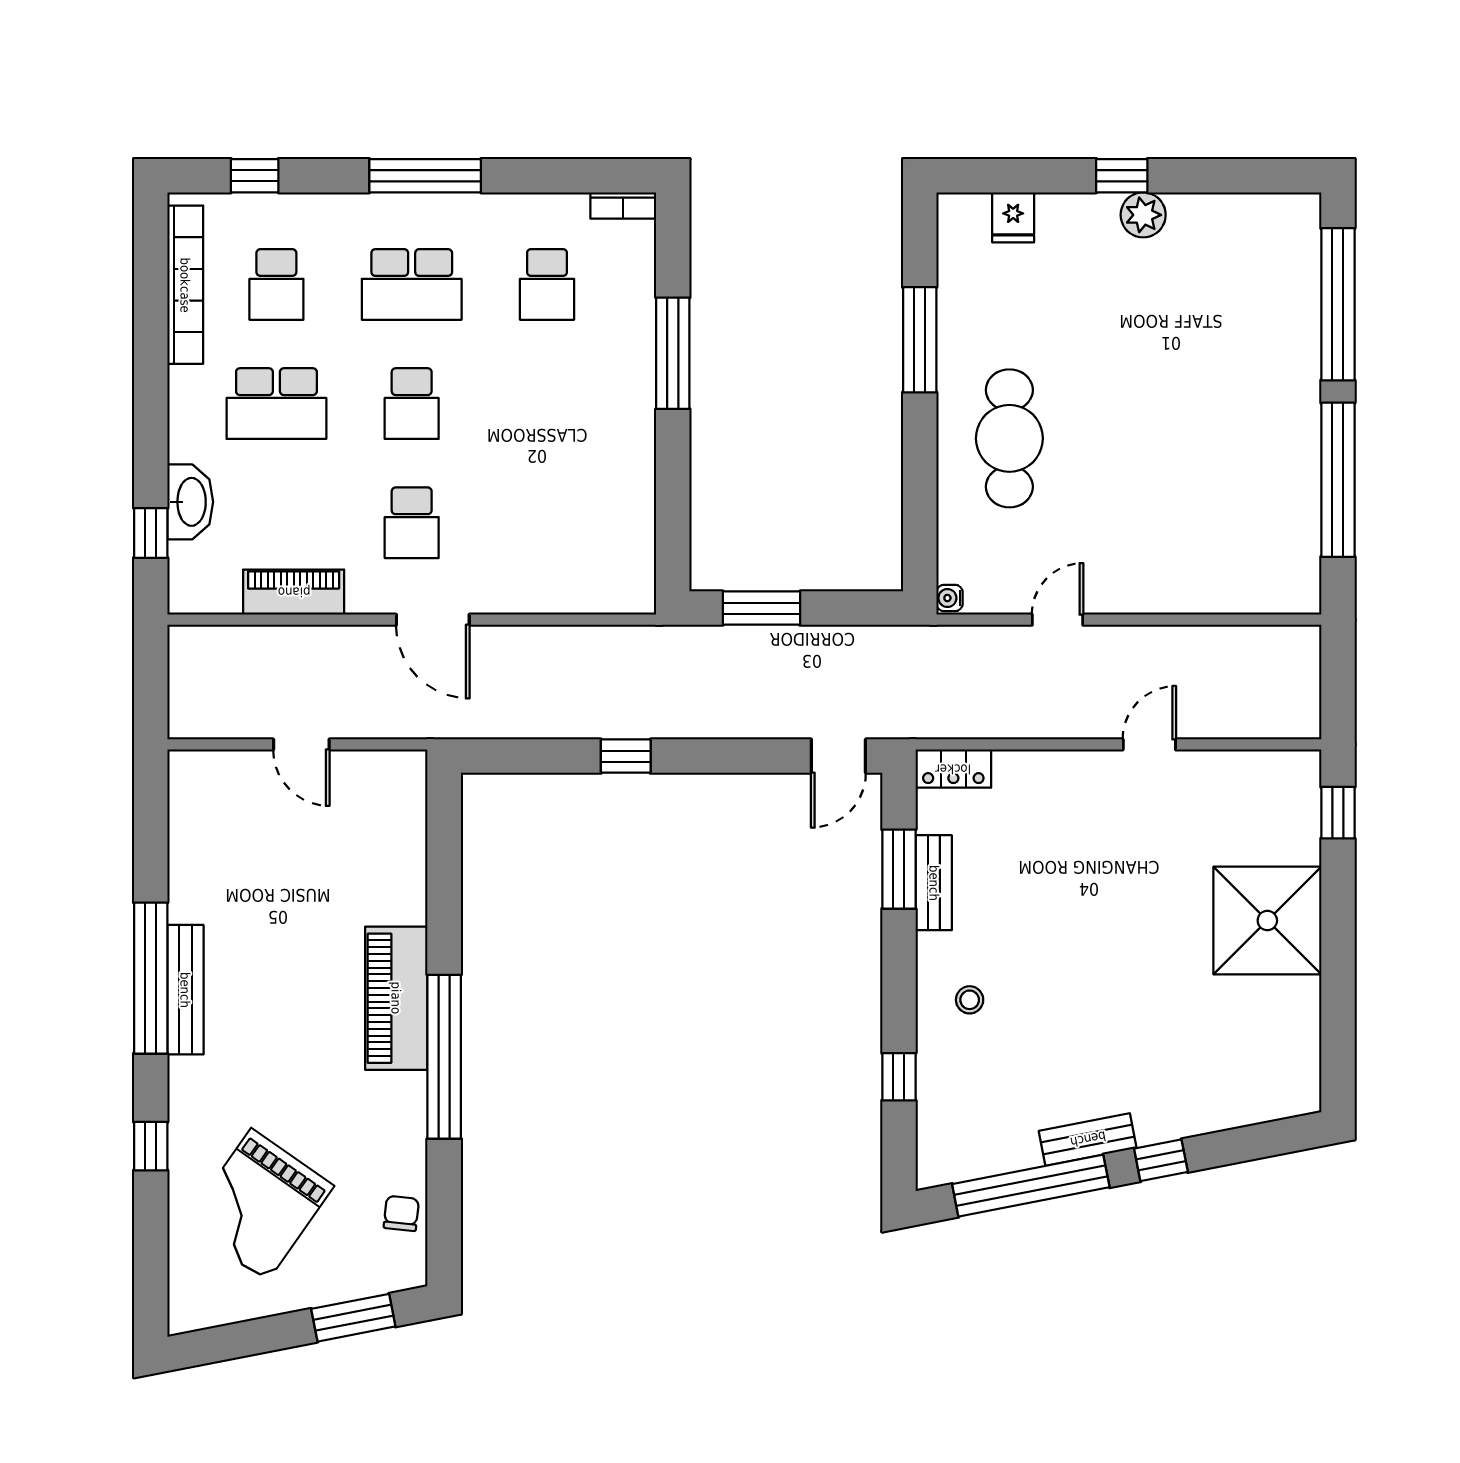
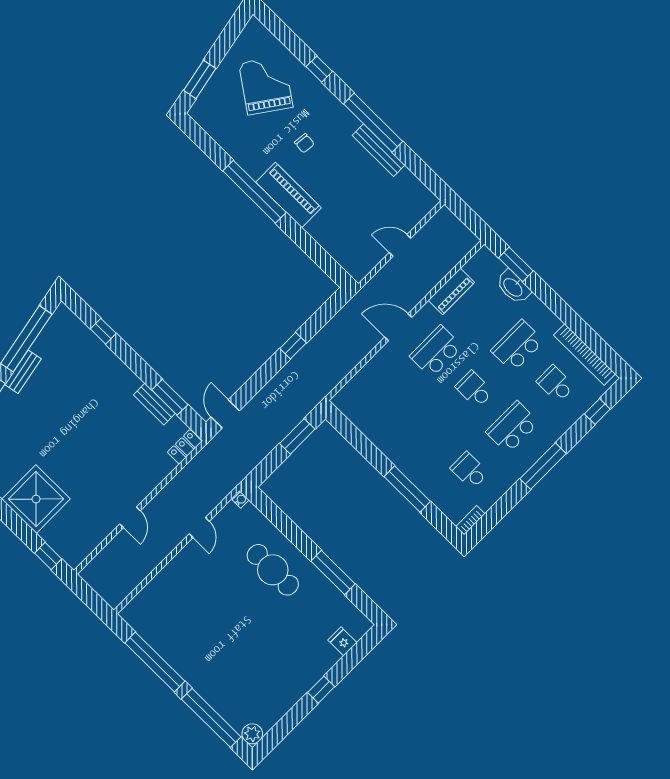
plant: (1143, 215) -> (252, 734), moved
school desk: (412, 523) -> (436, 351), width x1.85
window: (151, 533) -> (516, 264), width x1.50
bench: (185, 990) -> (379, 150), moved
stool: (970, 1000) -> (105, 378), removed
chair: (401, 1213) -> (304, 143), moved

